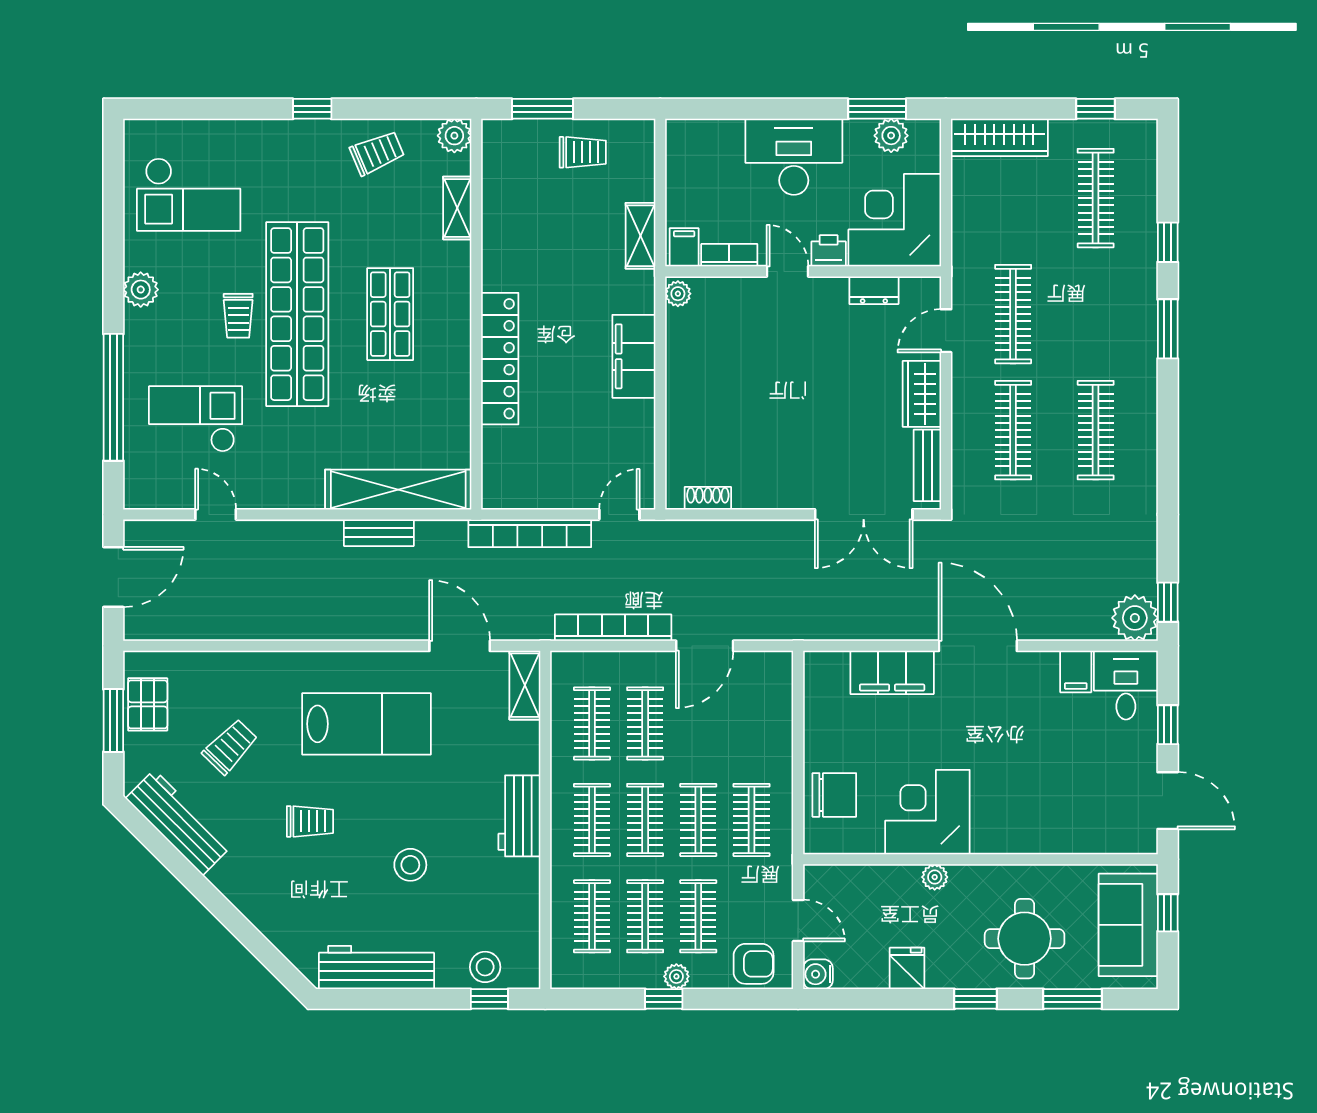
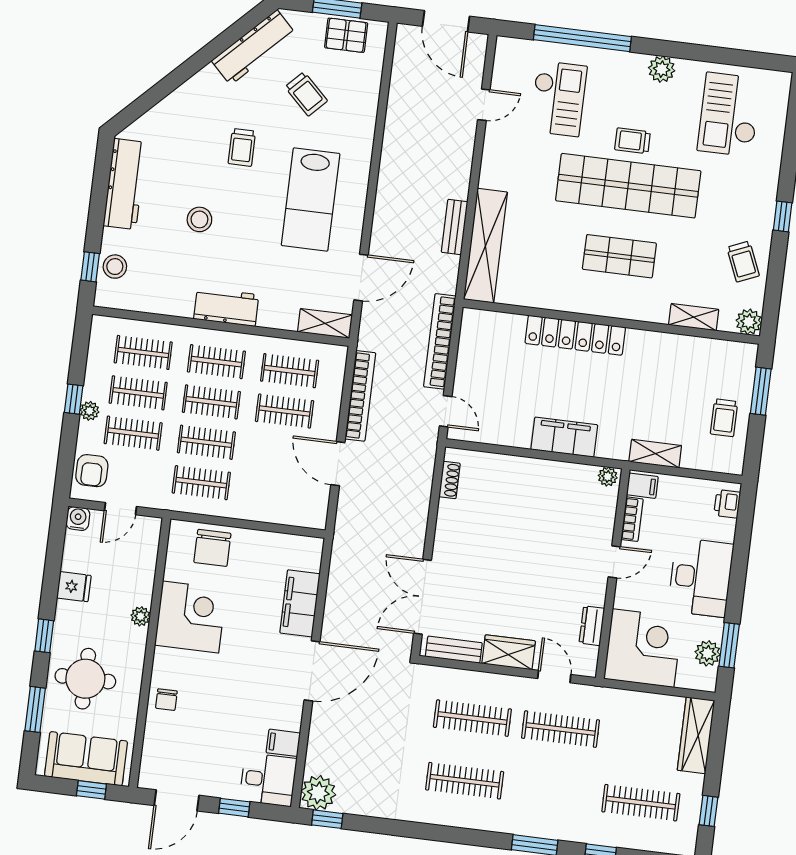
printer: (829, 251) -> (727, 504), moved, turned 180
chair: (1039, 830) -> (166, 700), added

